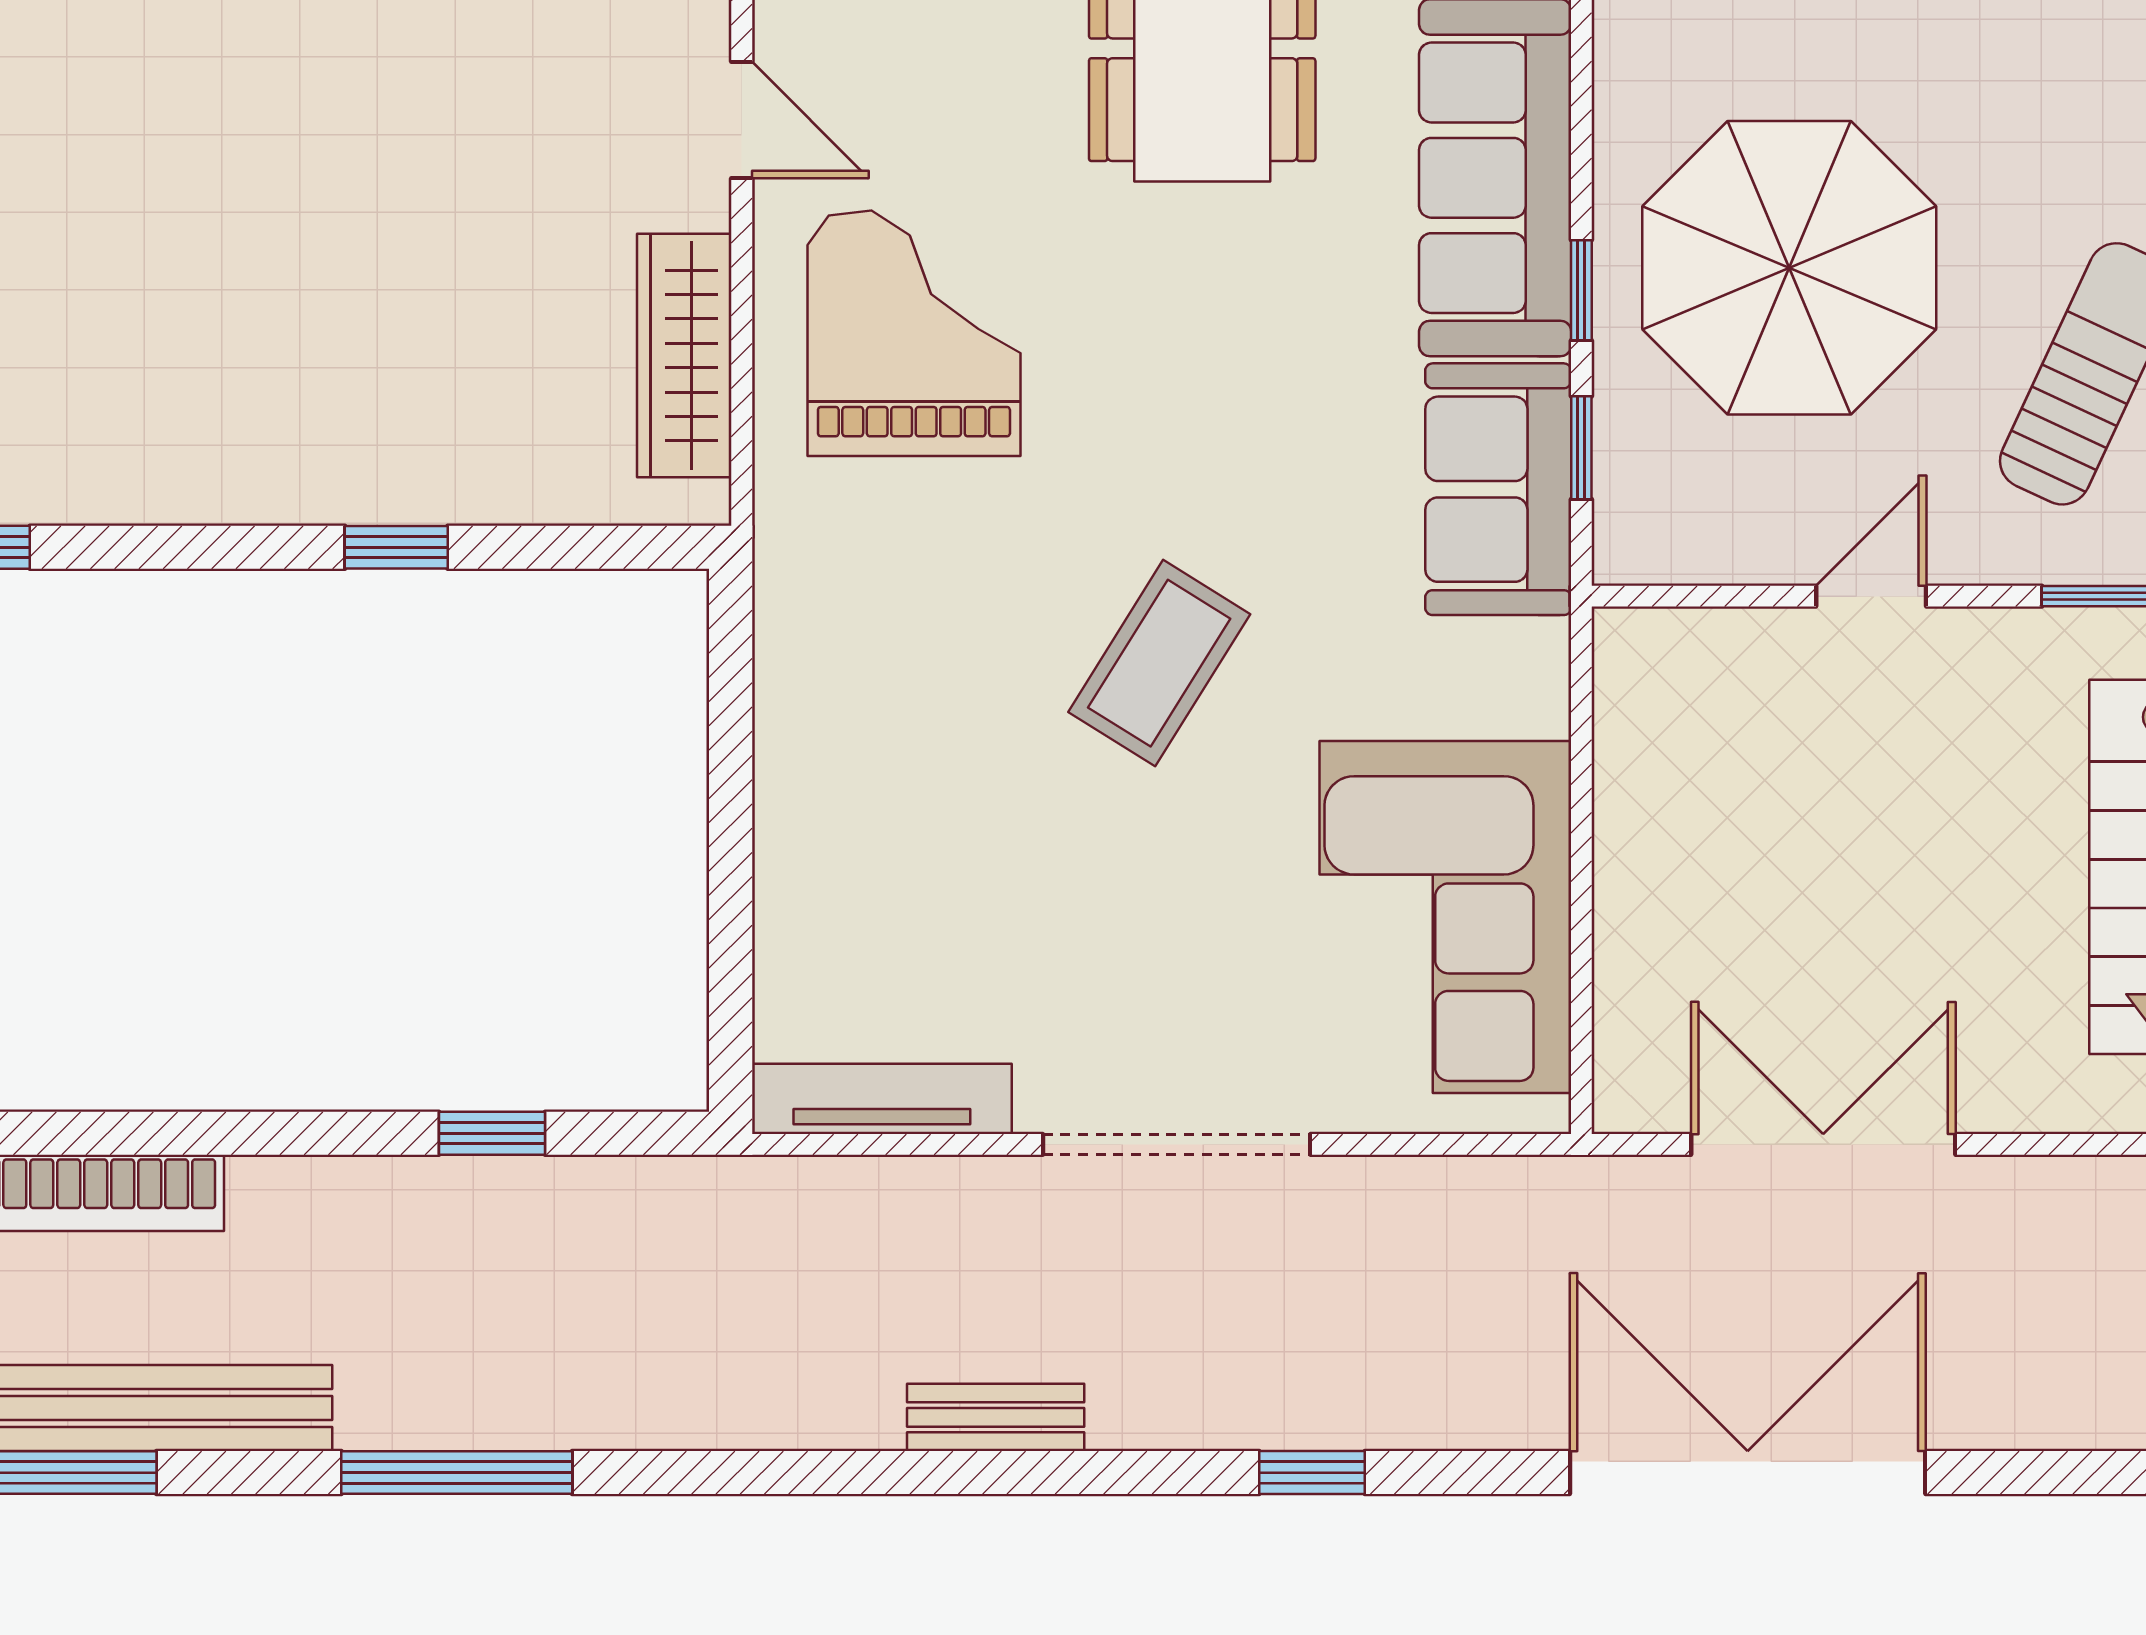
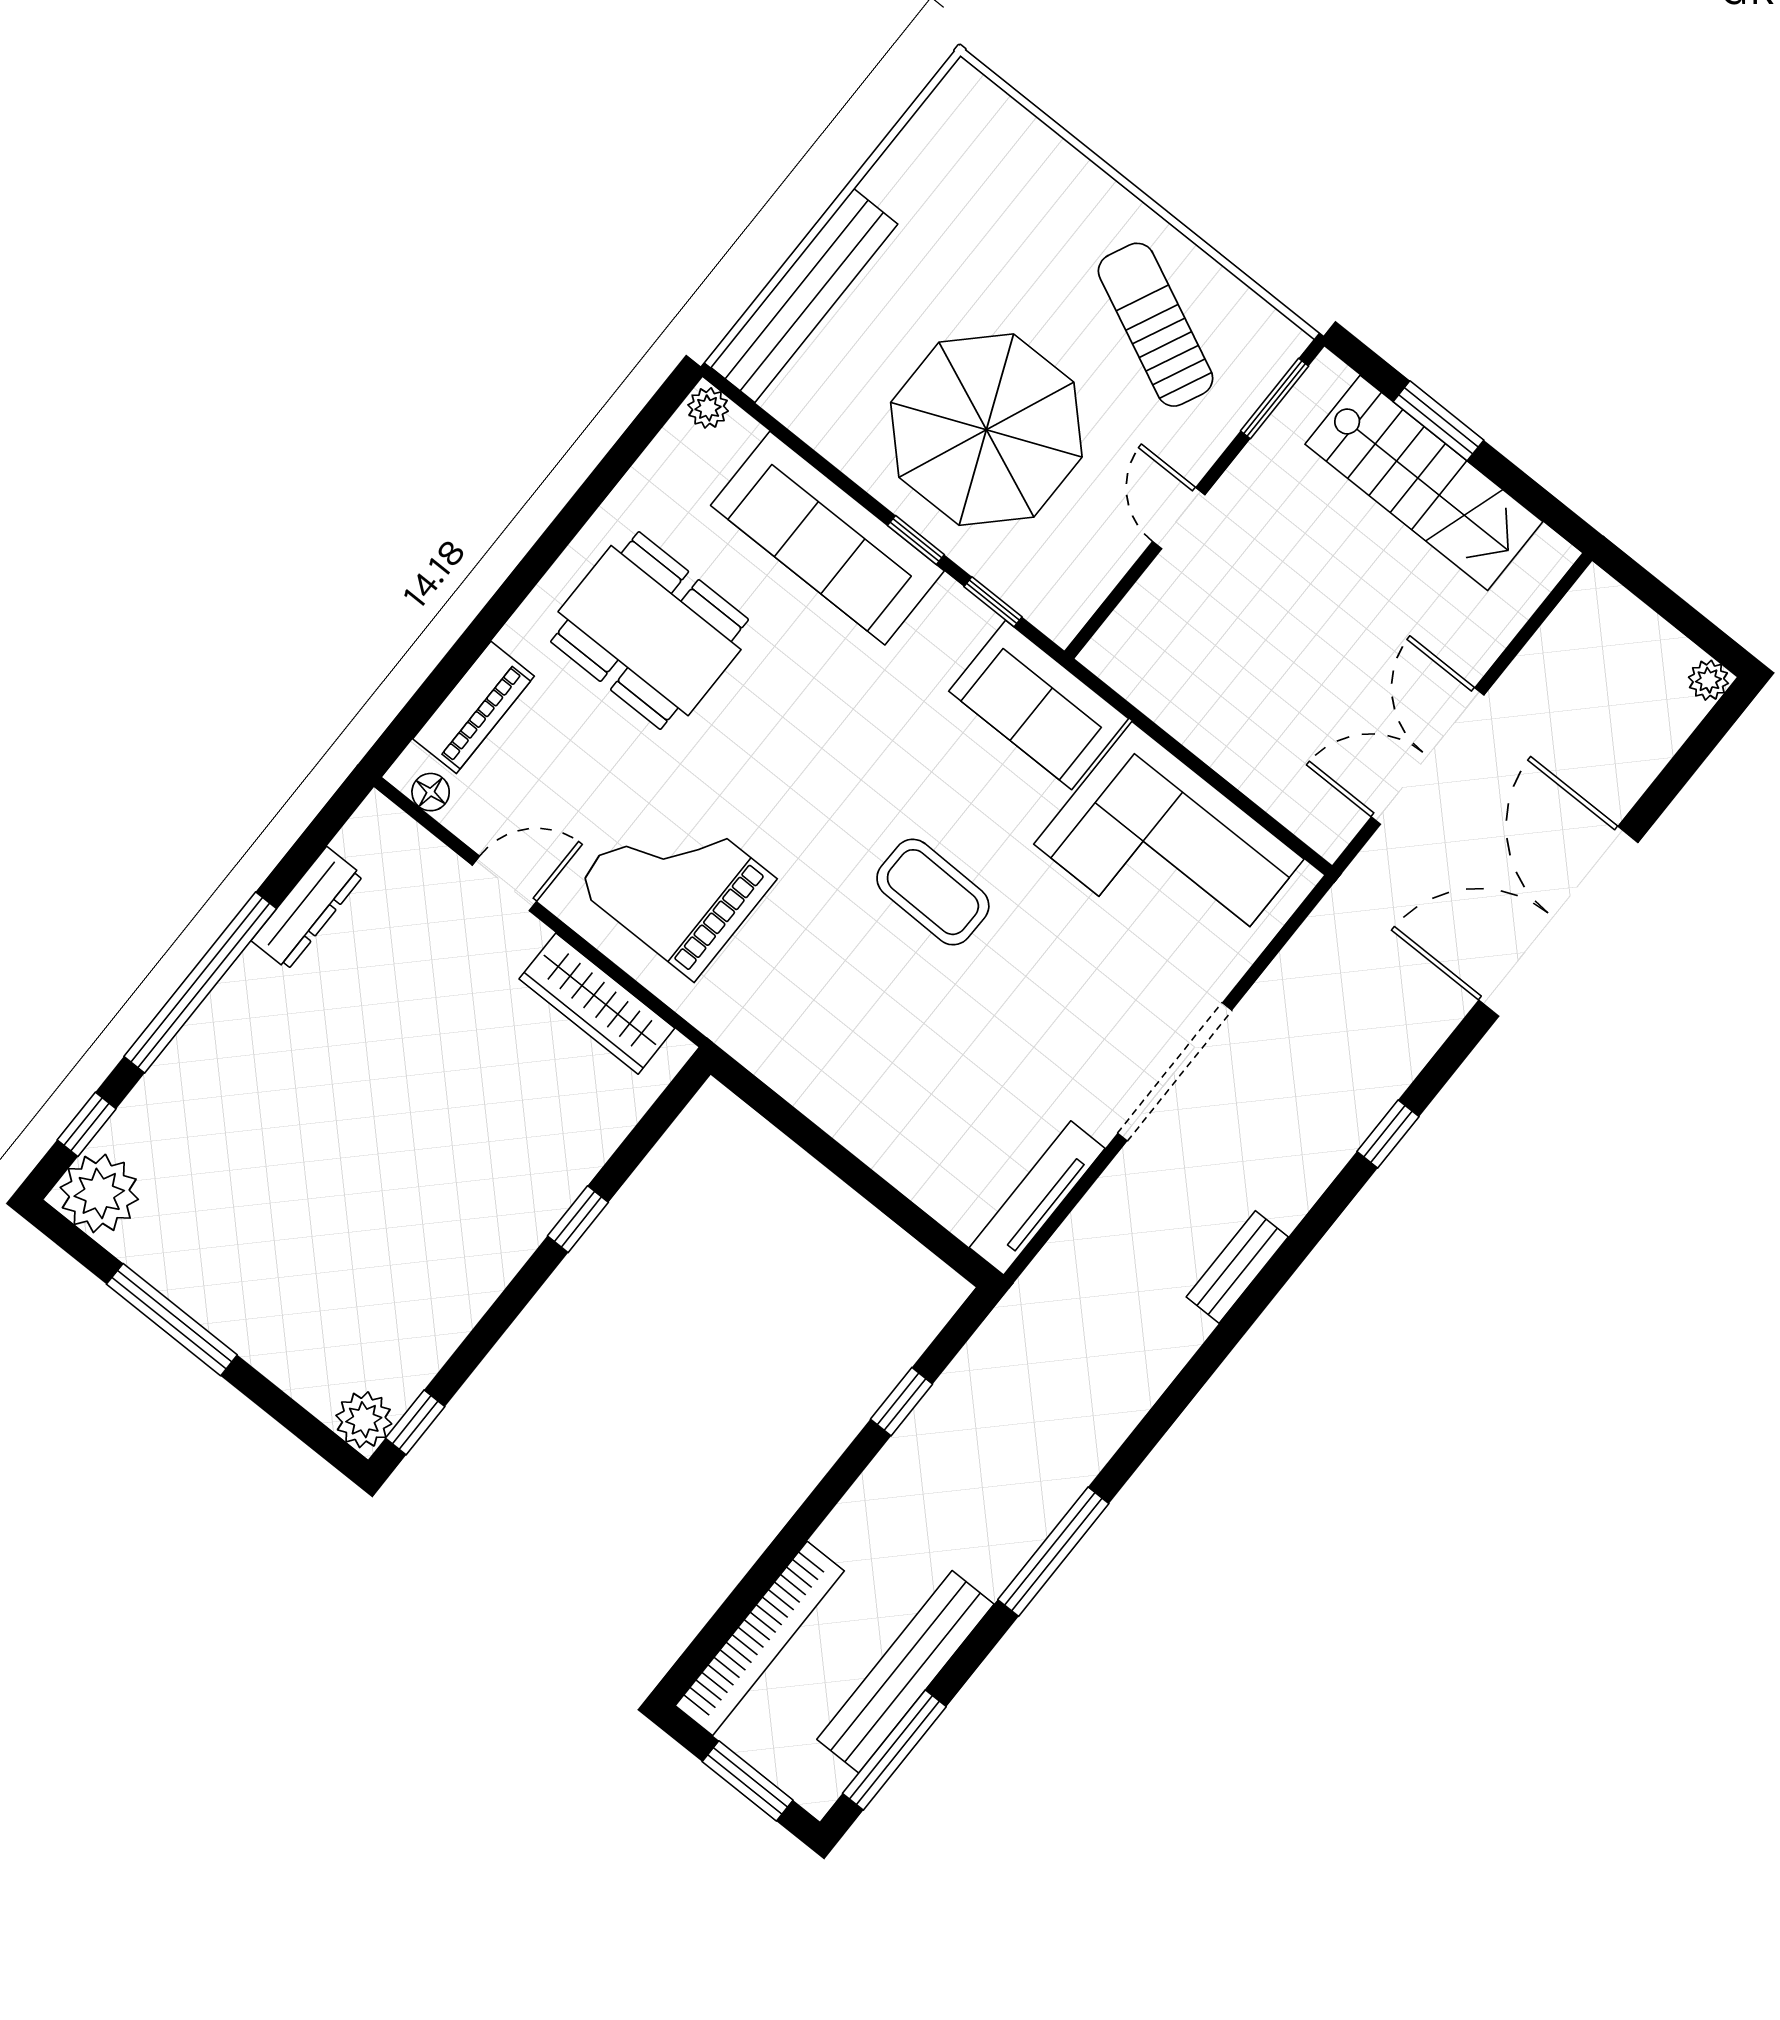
sofa: (1498, 489) -> (1039, 705), moved
coffee table: (1159, 663) -> (933, 892), turned -31

